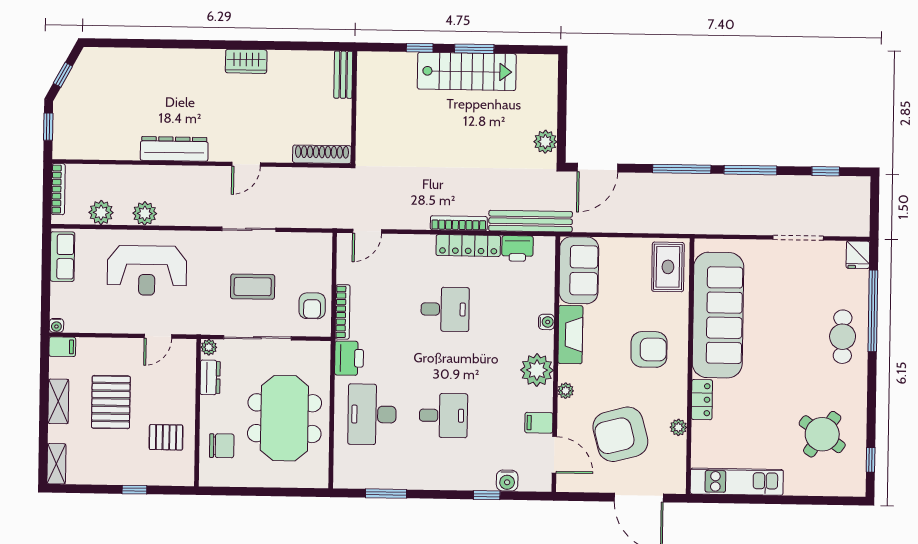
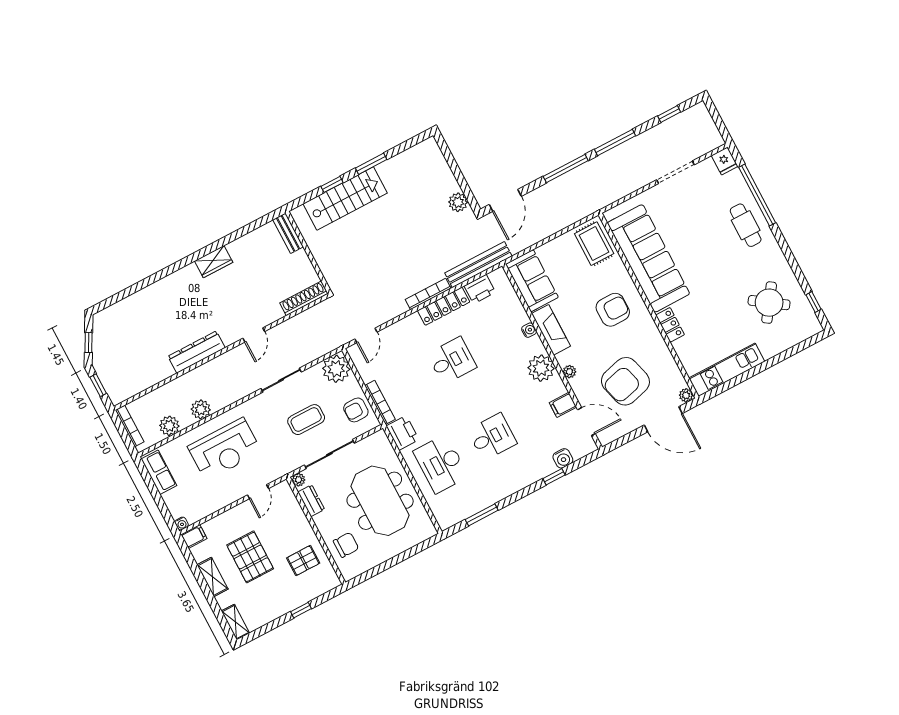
stairs: (467, 71) -> (345, 198), moved
plant: (315, 250) -> (336, 369), added
armchair: (312, 306) -> (356, 410), turned 90
plant: (678, 427) -> (686, 395), moved

